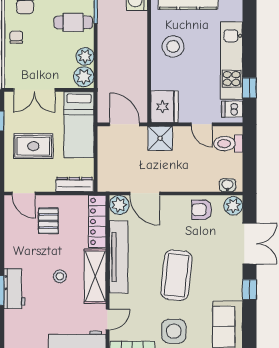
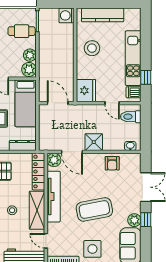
shower: (160, 138) -> (94, 142), moved
plant: (233, 206) -> (134, 220), moved
armchair: (202, 210) -> (112, 163), turned -90
coffee table: (176, 275) -> (94, 209), turned 73
door: (108, 319) -> (46, 241), swing flipped

